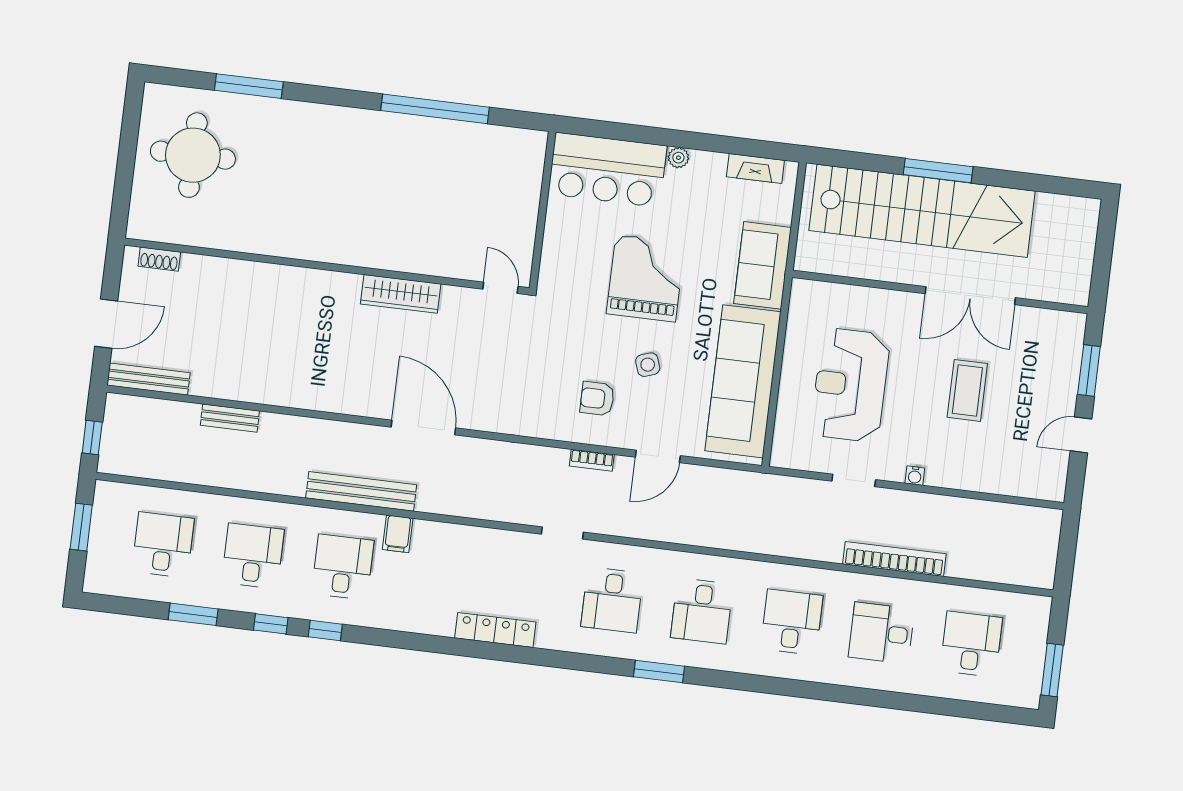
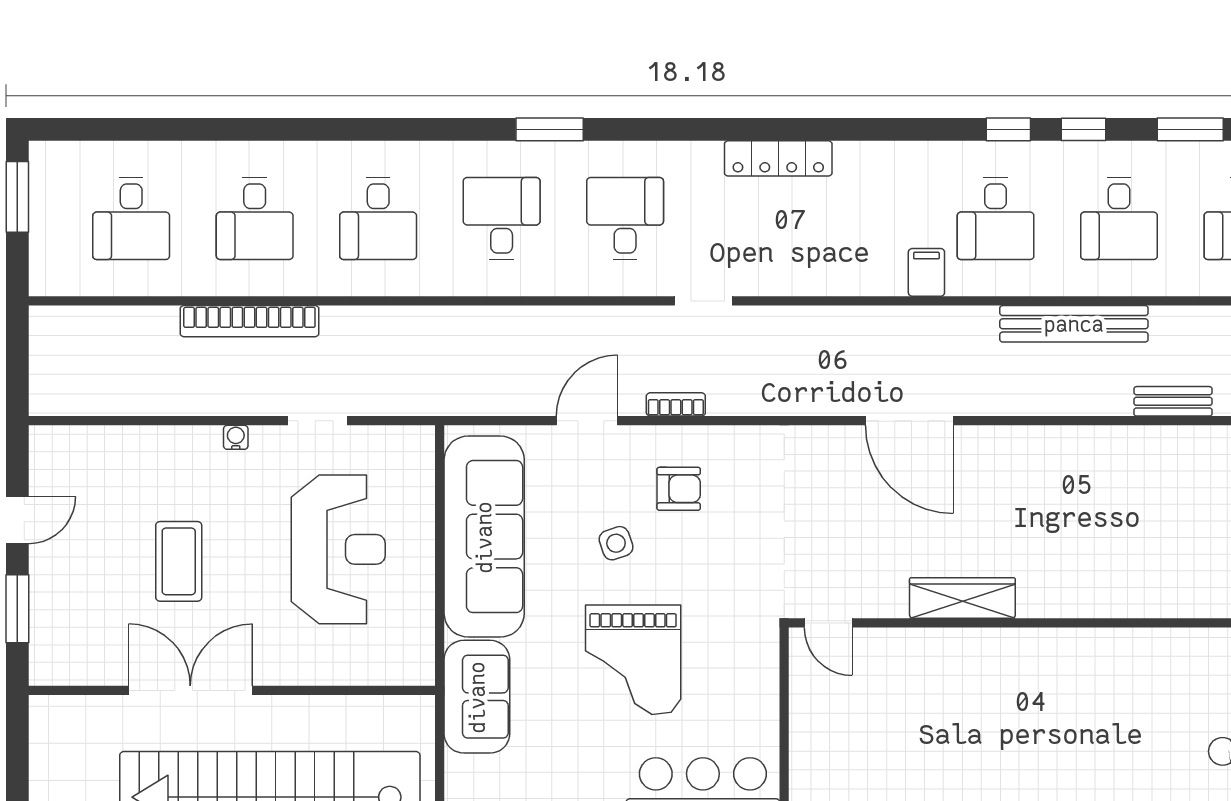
bench: (361, 491) -> (1074, 324), moved
desk: (881, 633) -> (255, 218), turned 90

